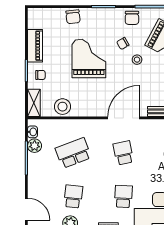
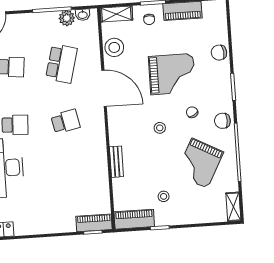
stool: (137, 60) -> (160, 128), moved
door: (124, 118) -> (104, 88), moved
school desk: (73, 153) -> (62, 64), turned 36

